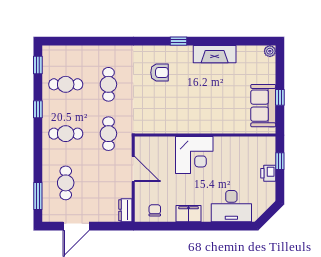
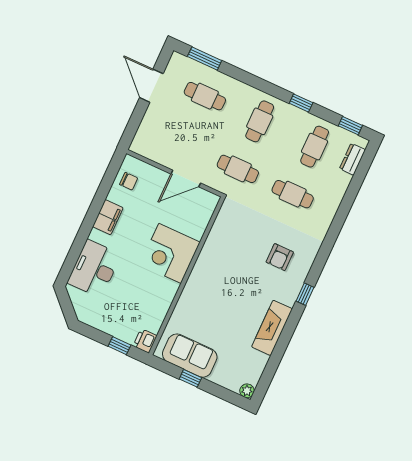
printer: (268, 173) -> (145, 341), moved, turned -90
dresser: (125, 210) -> (352, 159), moved, turned -90

